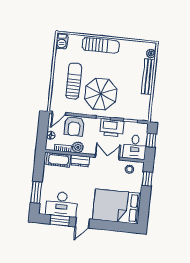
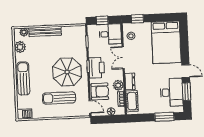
plant: (135, 47) -> (20, 47), added
printer: (112, 128) -> (97, 68), moved

